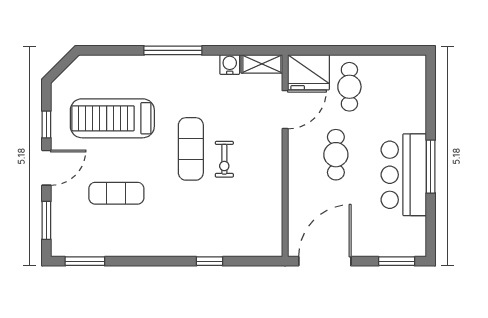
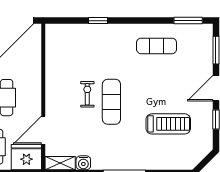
treadmill: (112, 118) -> (168, 124), width x0.73, depth x0.73
exercise mat: (116, 193) -> (157, 46), moved

